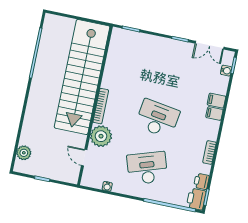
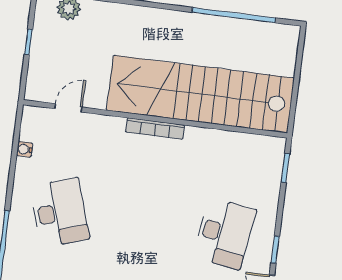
desk: (157, 119) -> (224, 233), moved
plant: (101, 136) -> (106, 133), removed

